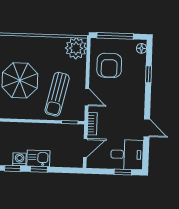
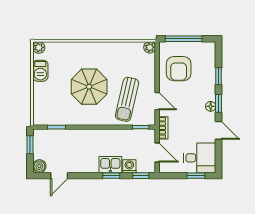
plant: (76, 48) -> (150, 47), width x0.53, depth x0.53
floor lamp: (142, 48) -> (211, 106), moved
window: (148, 101) -> (219, 103), added
door: (85, 148) -> (157, 153), hinge flipped
washing machine: (19, 159) -> (129, 166), moved
window: (12, 168) -> (141, 176), moved

